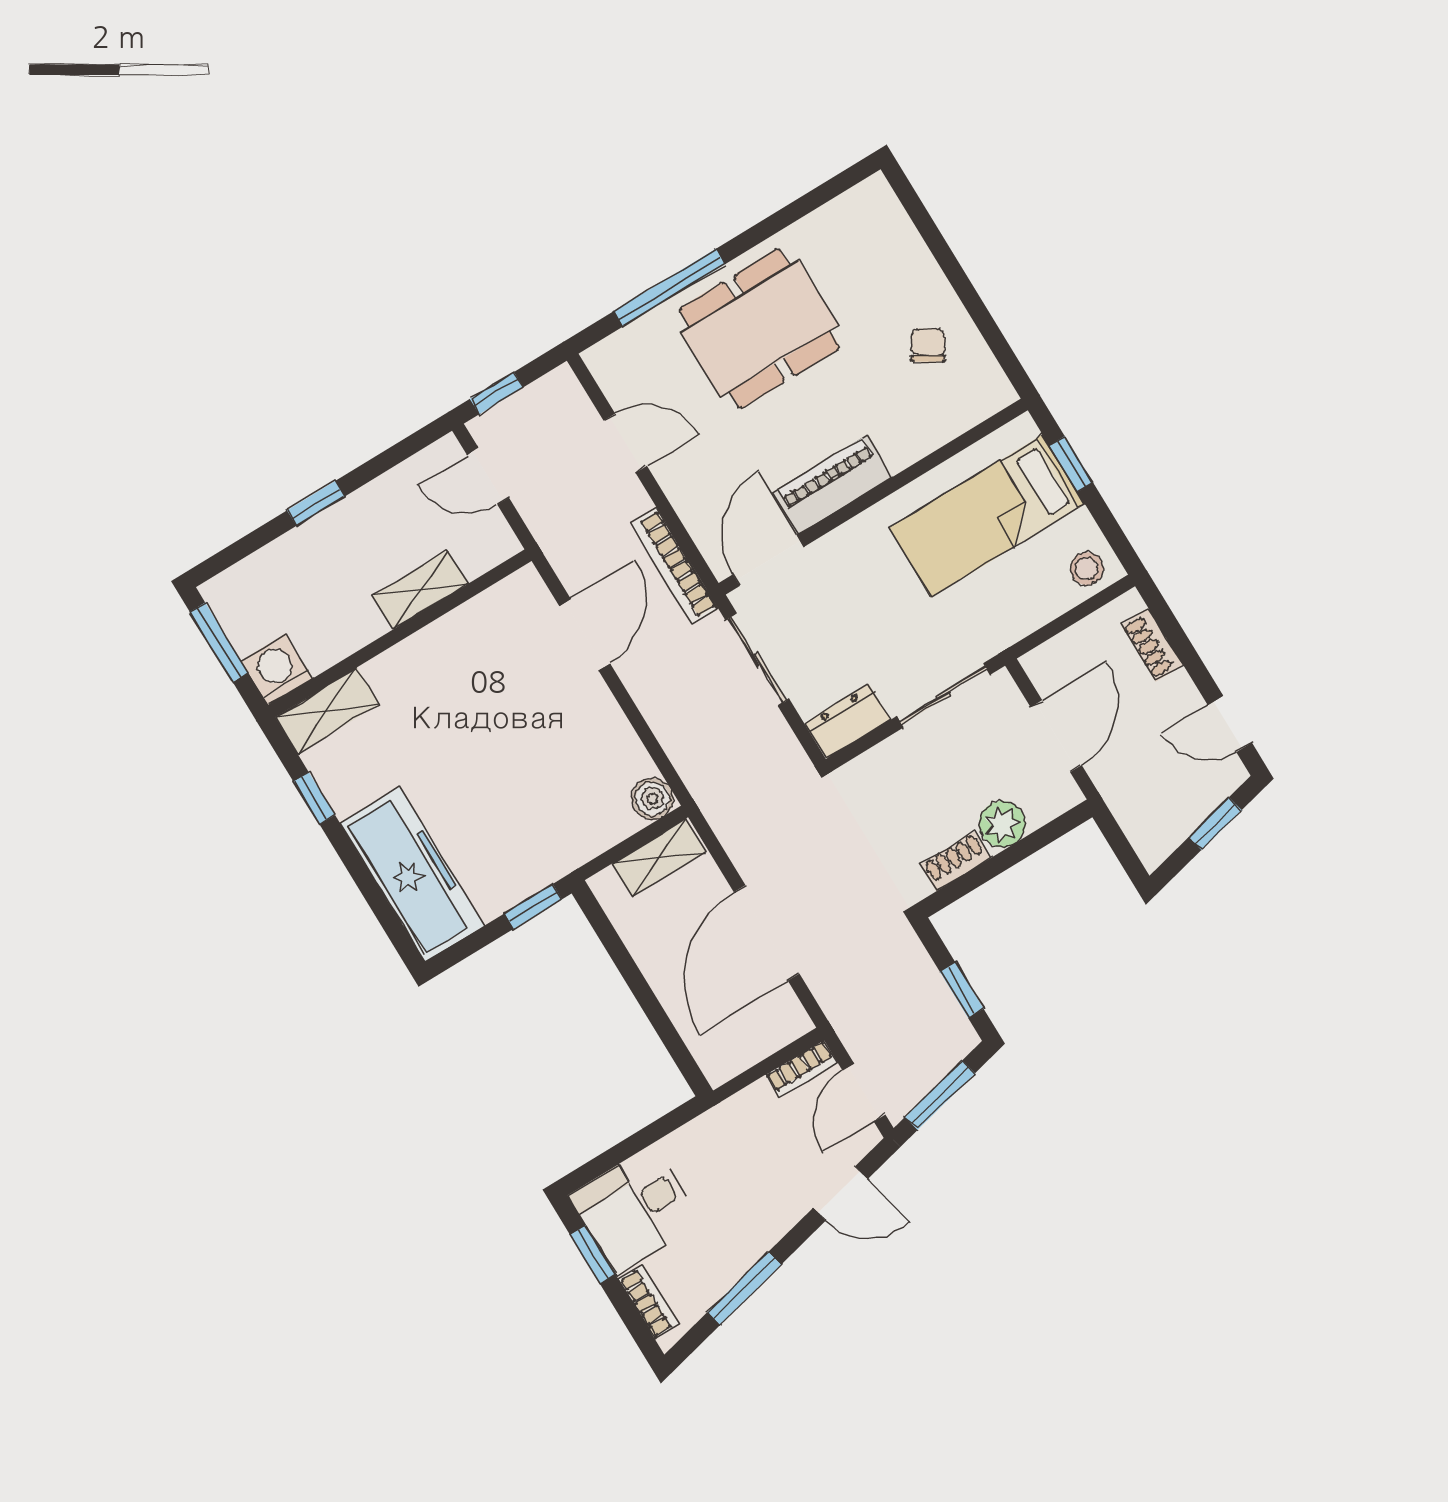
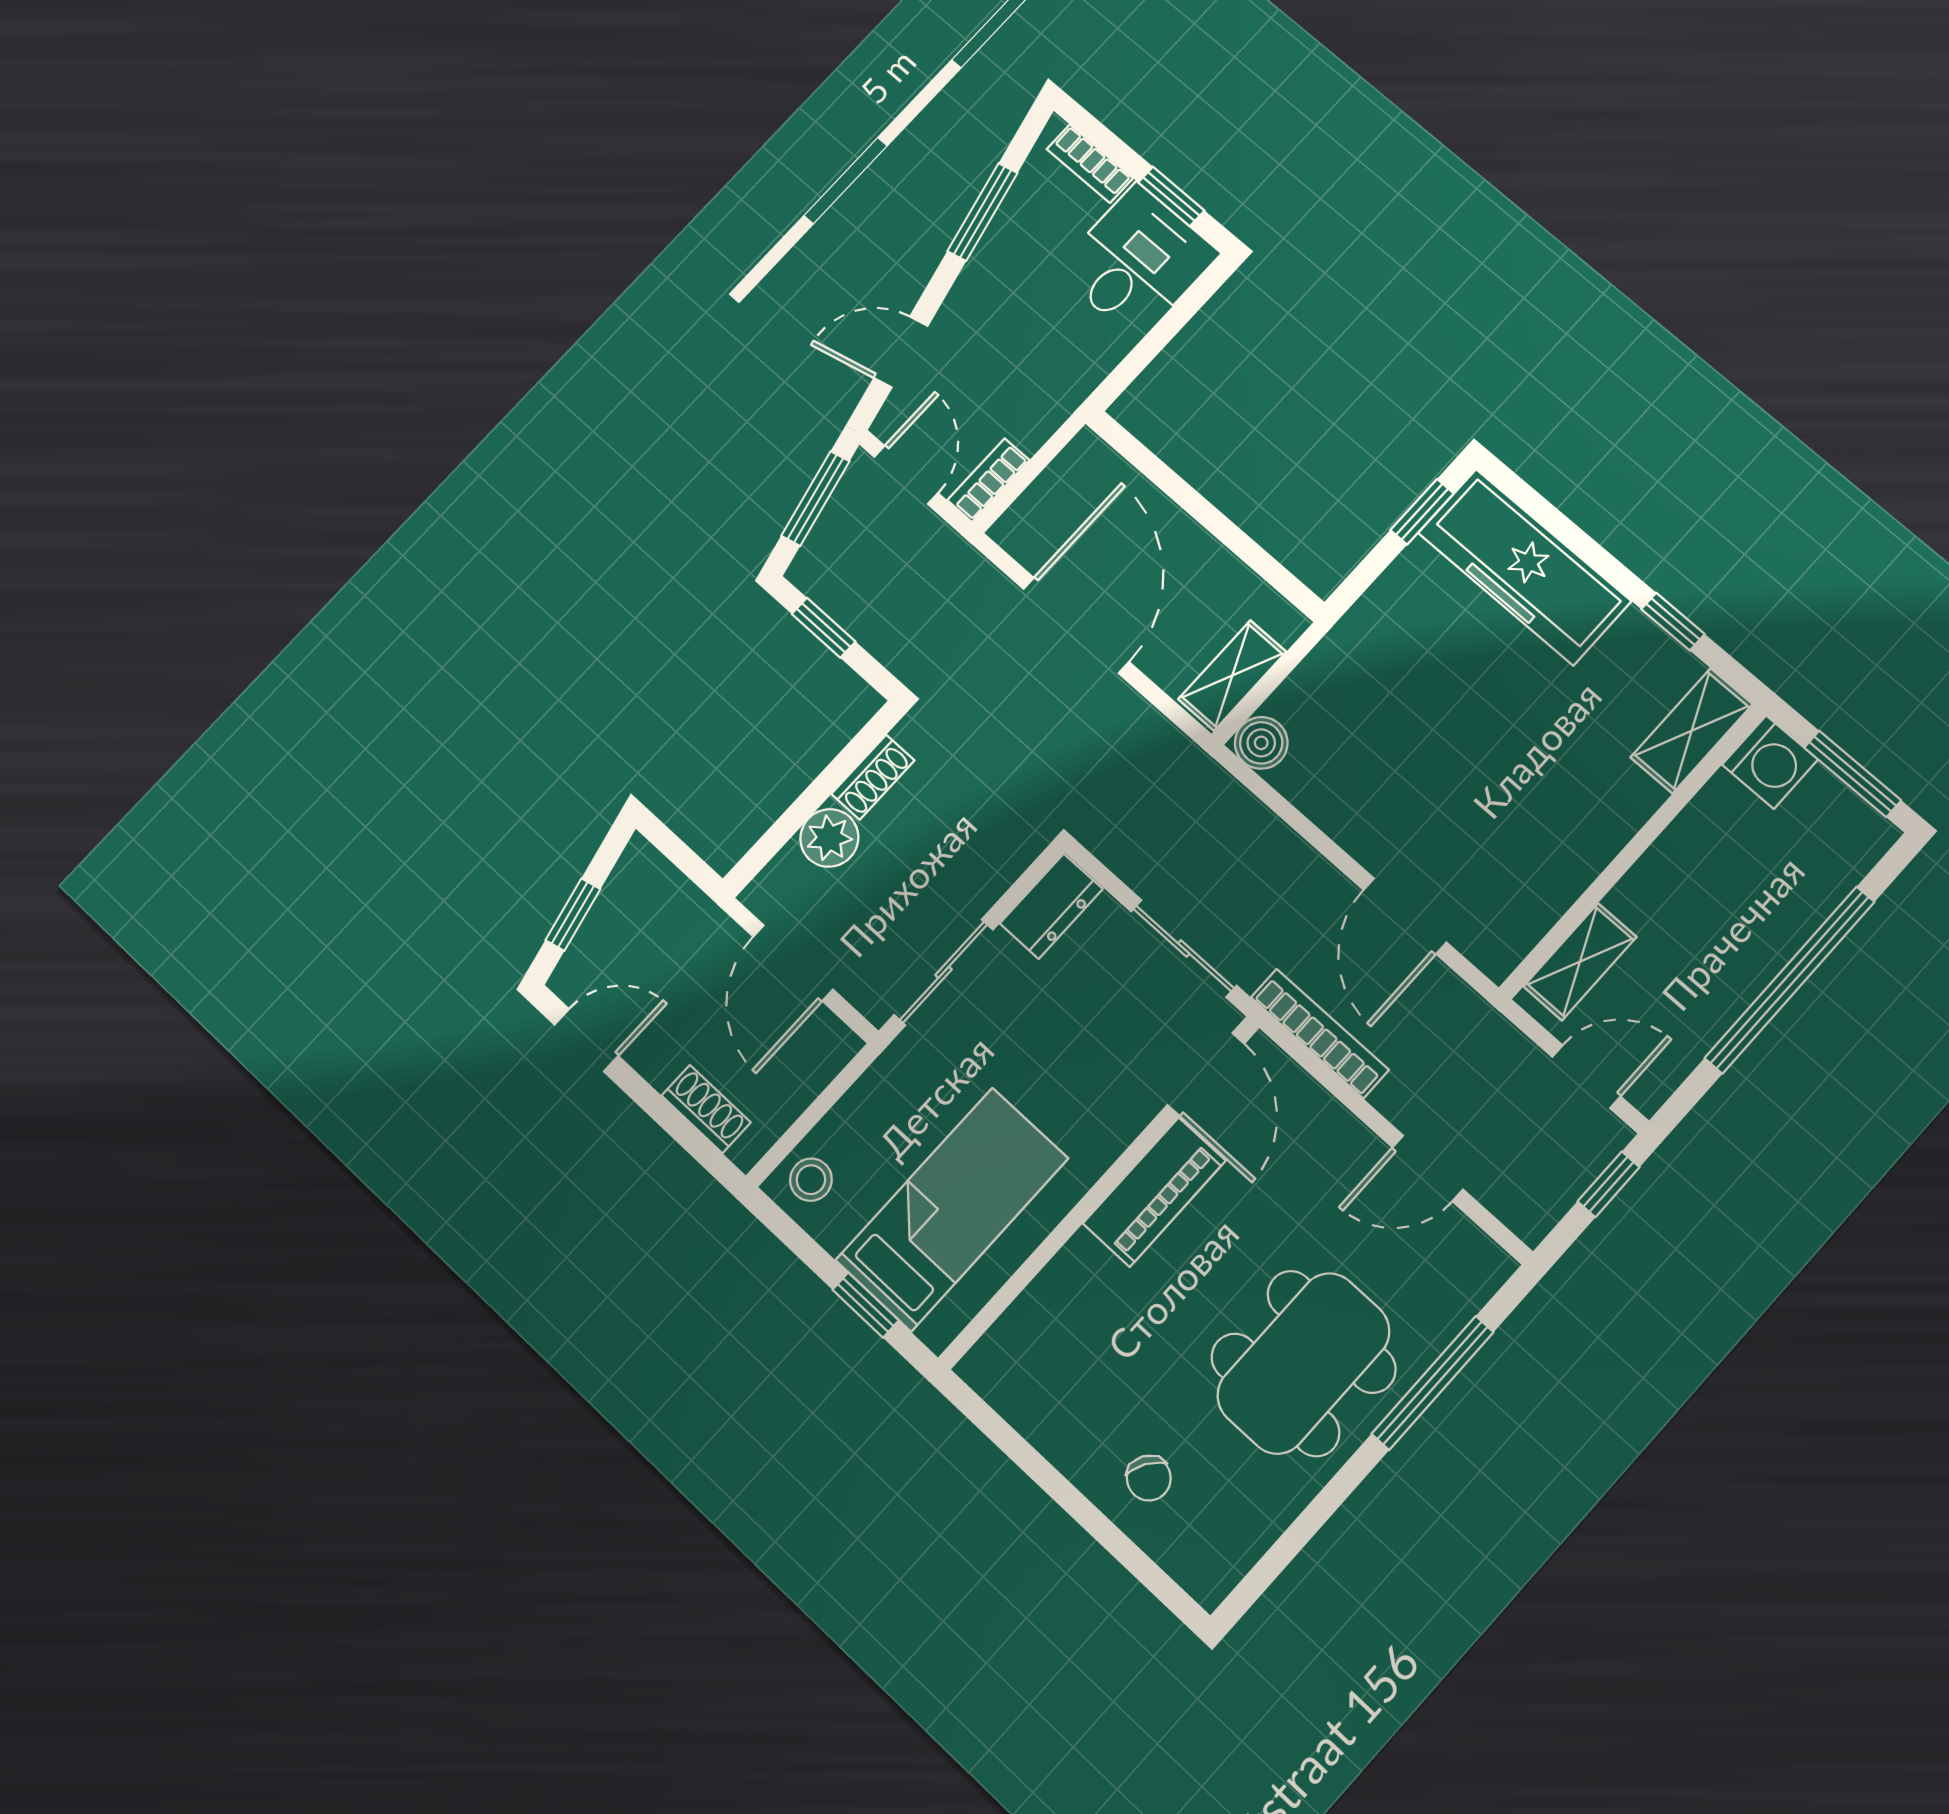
chair: (928, 345) -> (1149, 1478), moved
window: (316, 503) -> (1790, 980), width x3.17
shelving: (420, 590) -> (1580, 962), moved
window: (533, 906) -> (1422, 512), moved

